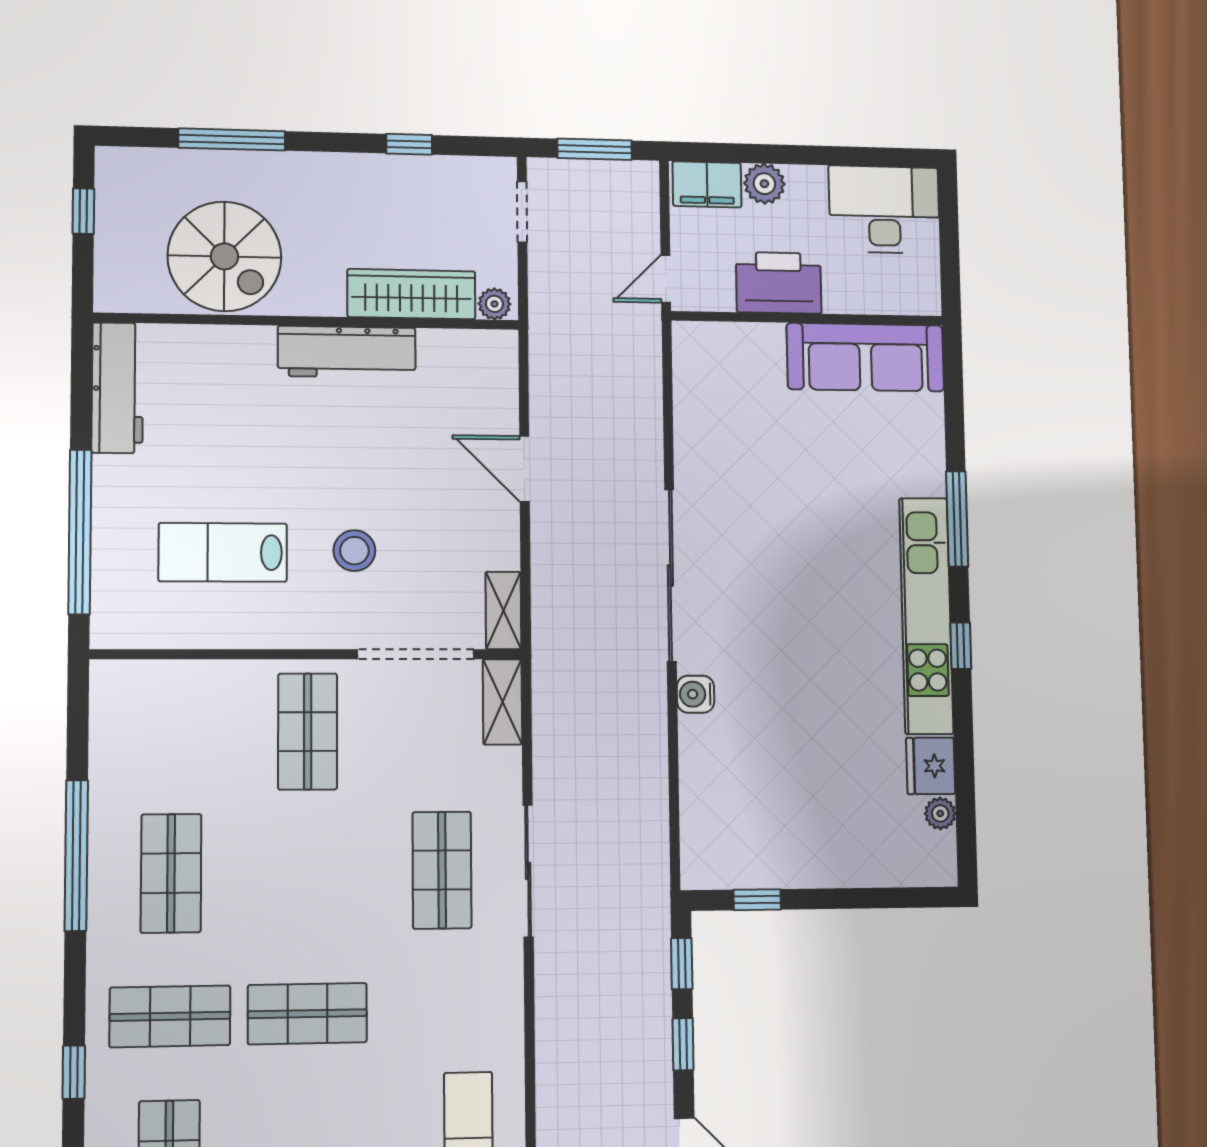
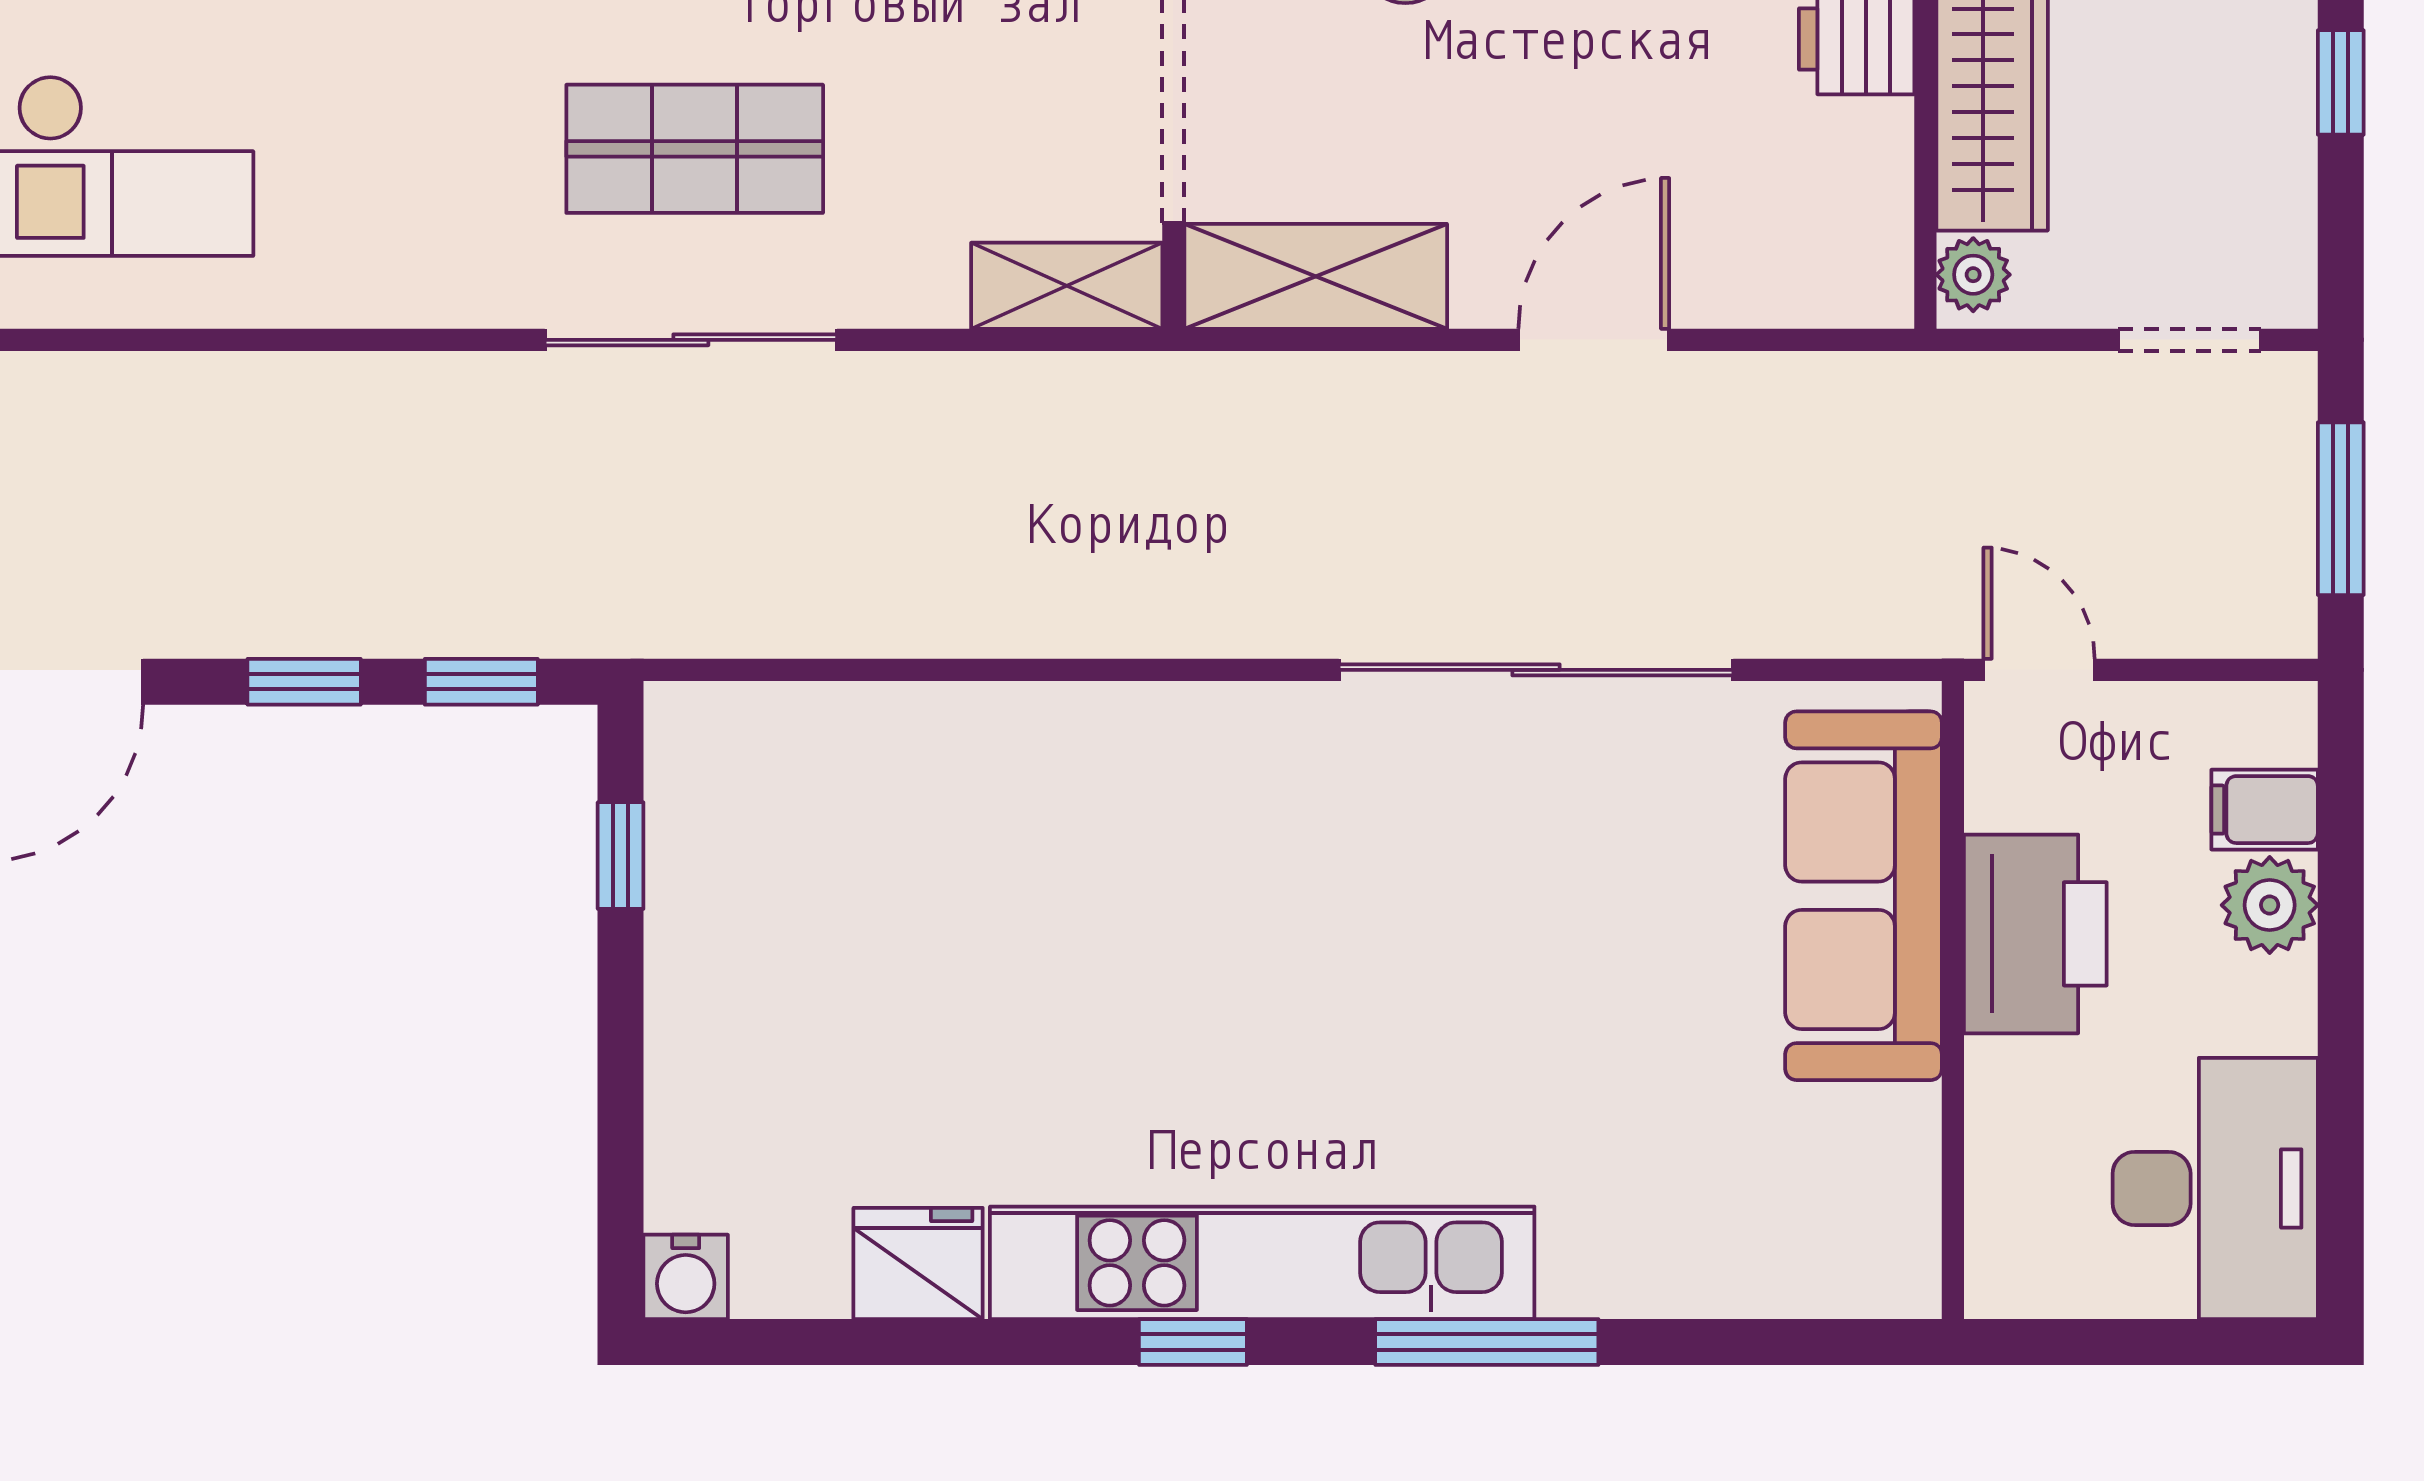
filing cabinet: (707, 184) -> (2265, 810), width x0.50
sofa: (865, 357) -> (1864, 896), moved
sliding door: (670, 575) -> (1536, 670), moved
shelving: (503, 610) -> (1316, 276), width x1.50, depth x1.33
water cooler: (696, 694) -> (686, 1277), moved, turned 180
plant: (940, 813) -> (810, 1283), removed

